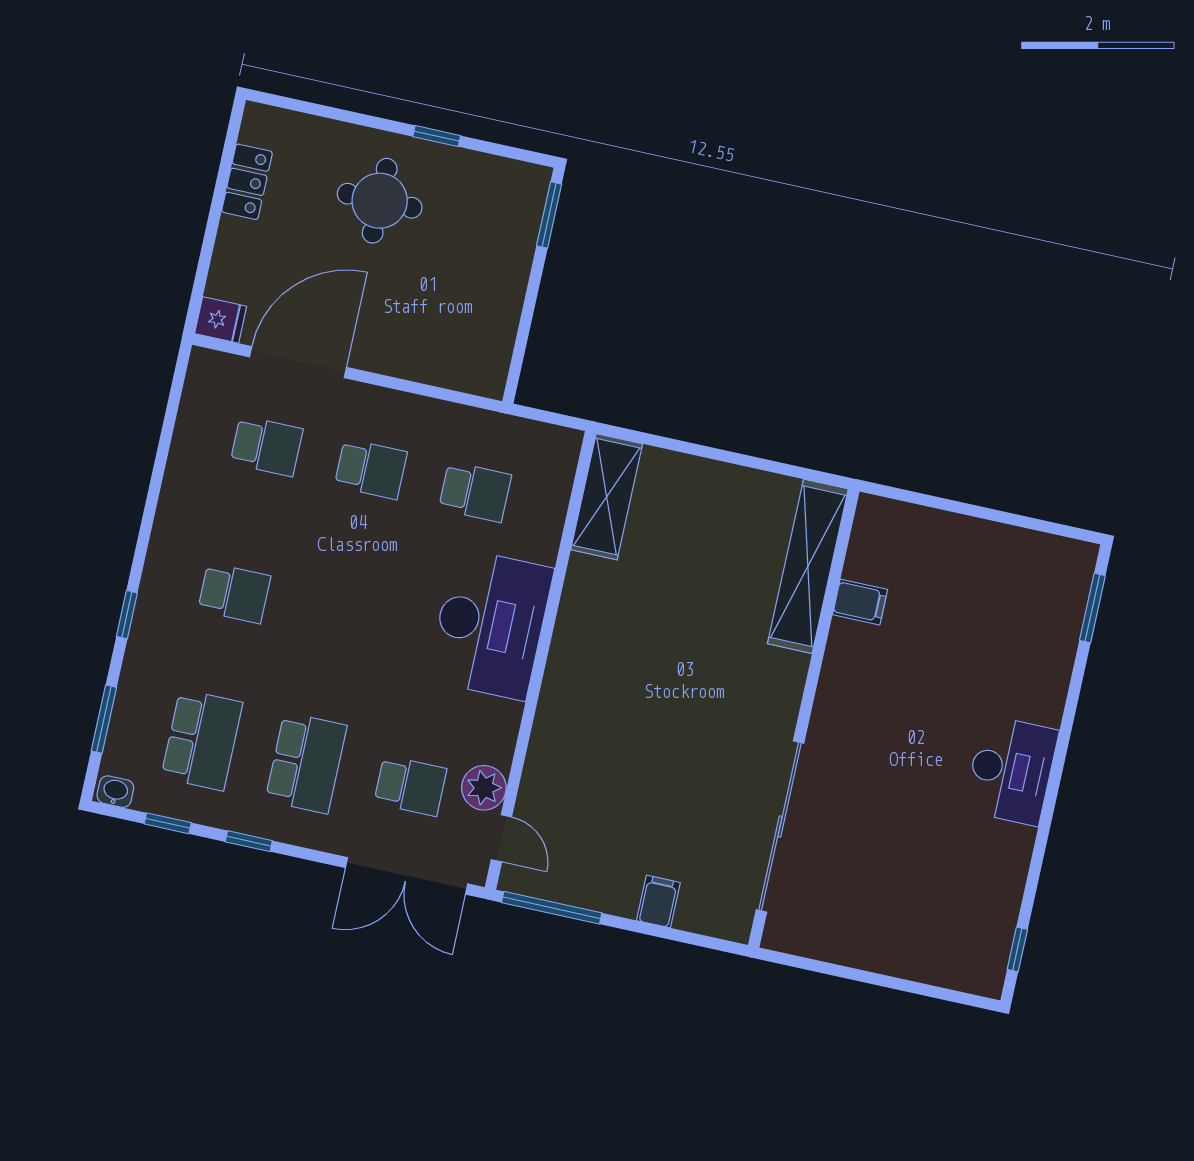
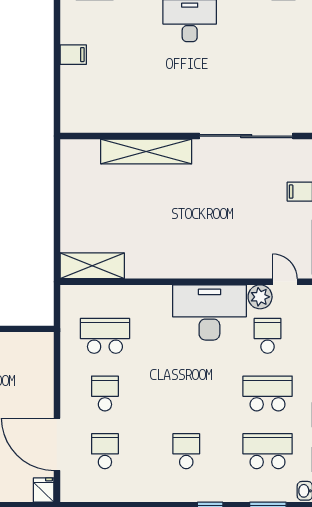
school desk: (475, 492) -> (105, 336), width x1.85
shelving: (808, 566) -> (146, 152), moved
filing cabinet: (860, 602) -> (73, 55), moved, turned 90
desk: (490, 624) -> (209, 312), moved
door: (501, 838) -> (285, 282), hinge flipped

